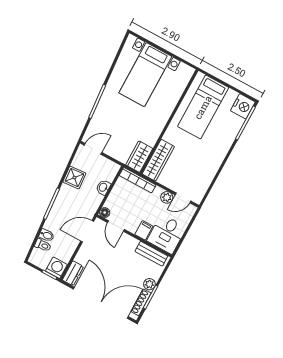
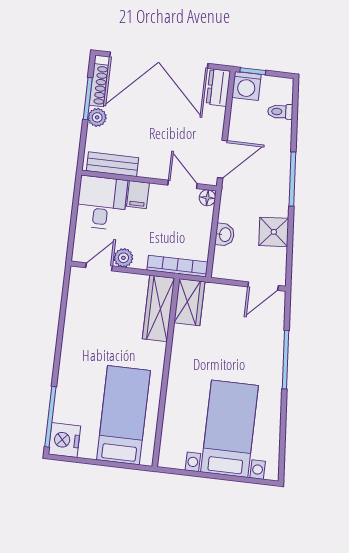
bidet: (47, 235) -> (281, 129), removed

